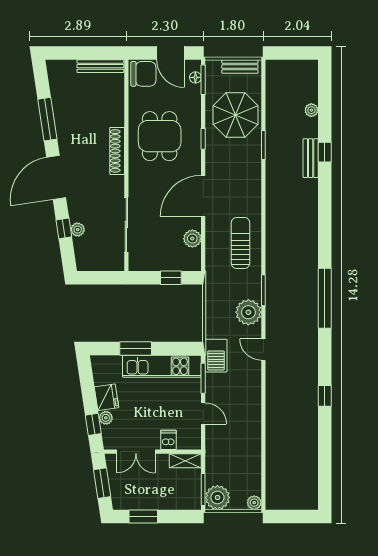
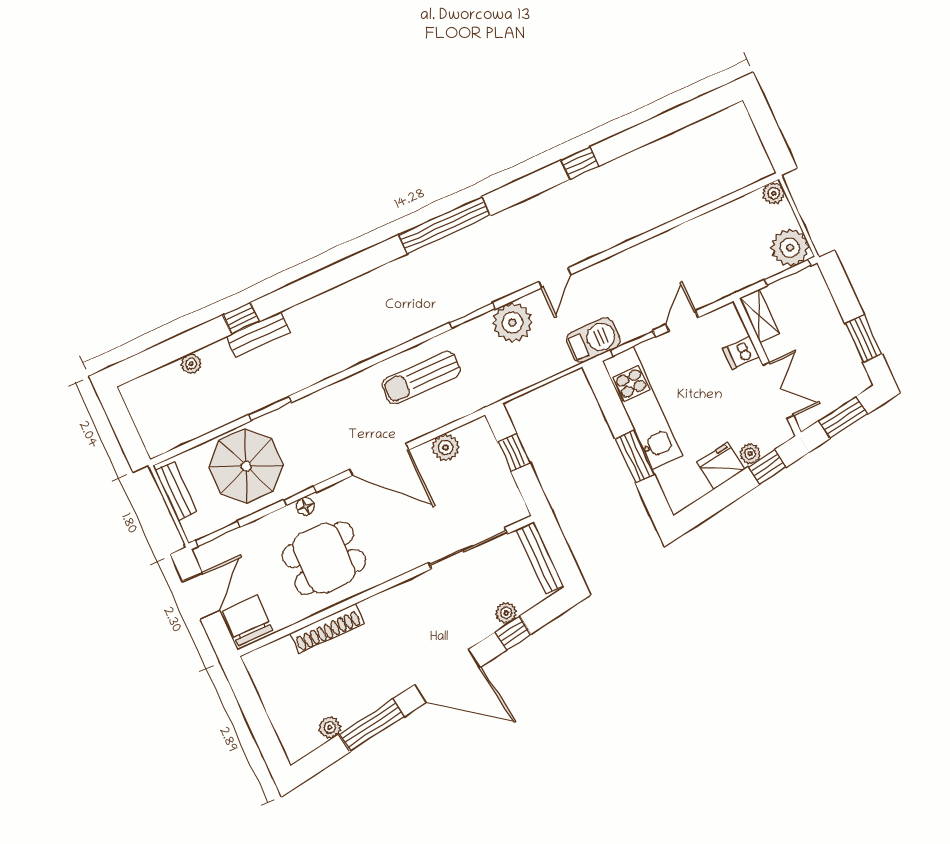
bench: (100, 66) -> (540, 558), moved
floor lamp: (195, 77) -> (306, 506), moved
plant: (57, 94) -> (330, 728), added
shoe rack: (117, 151) -> (327, 628), moved

